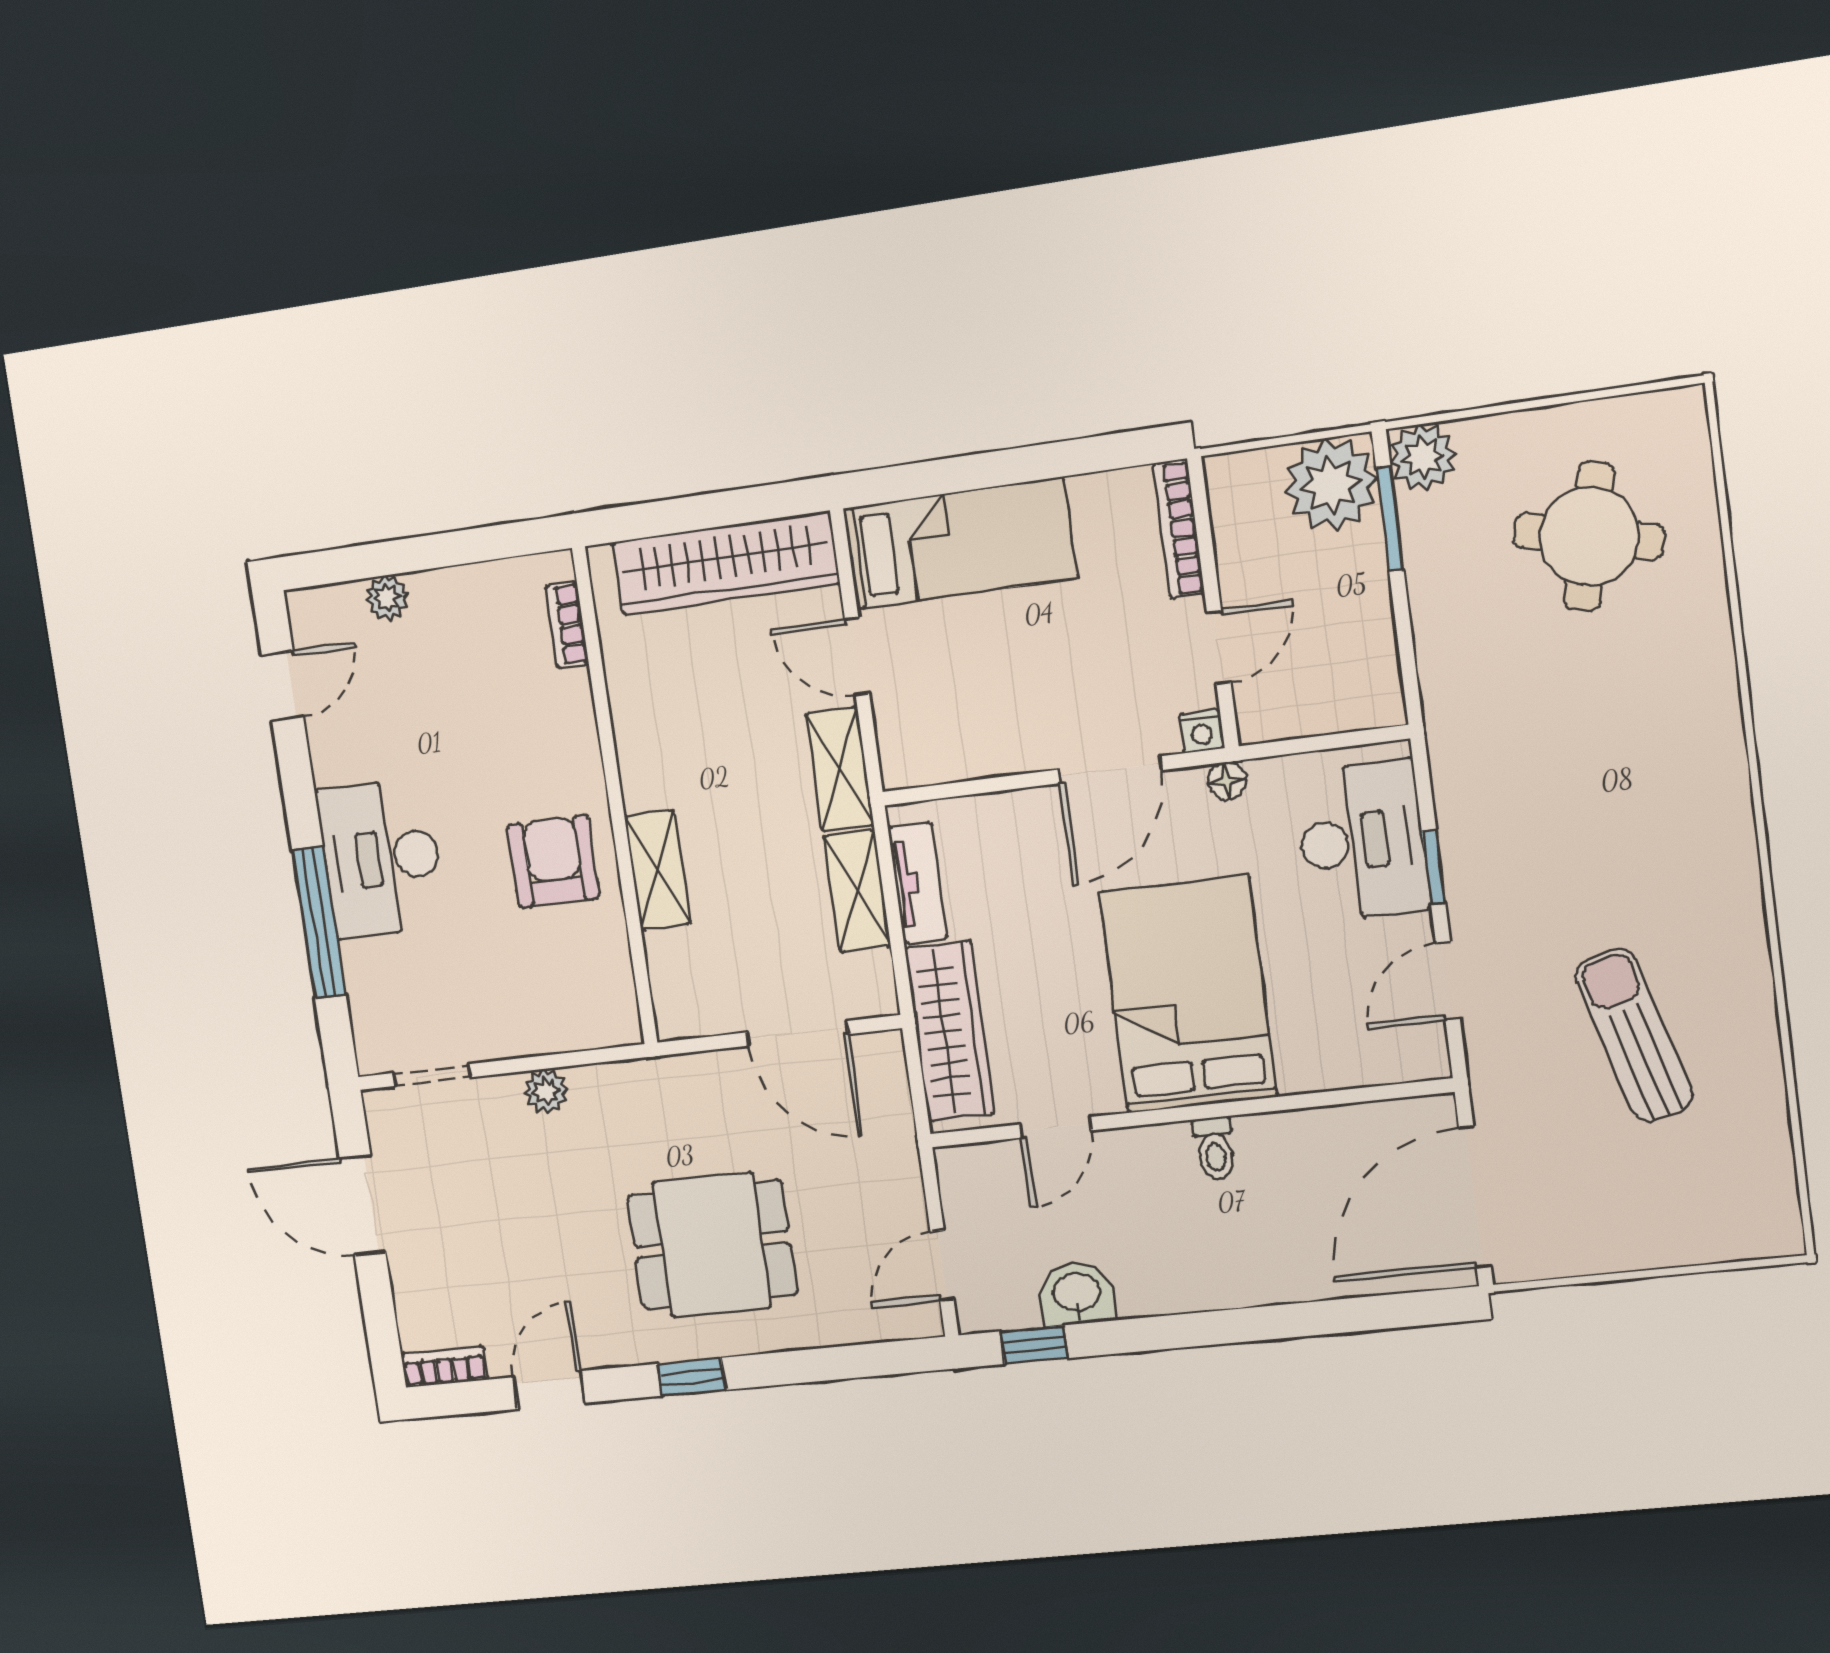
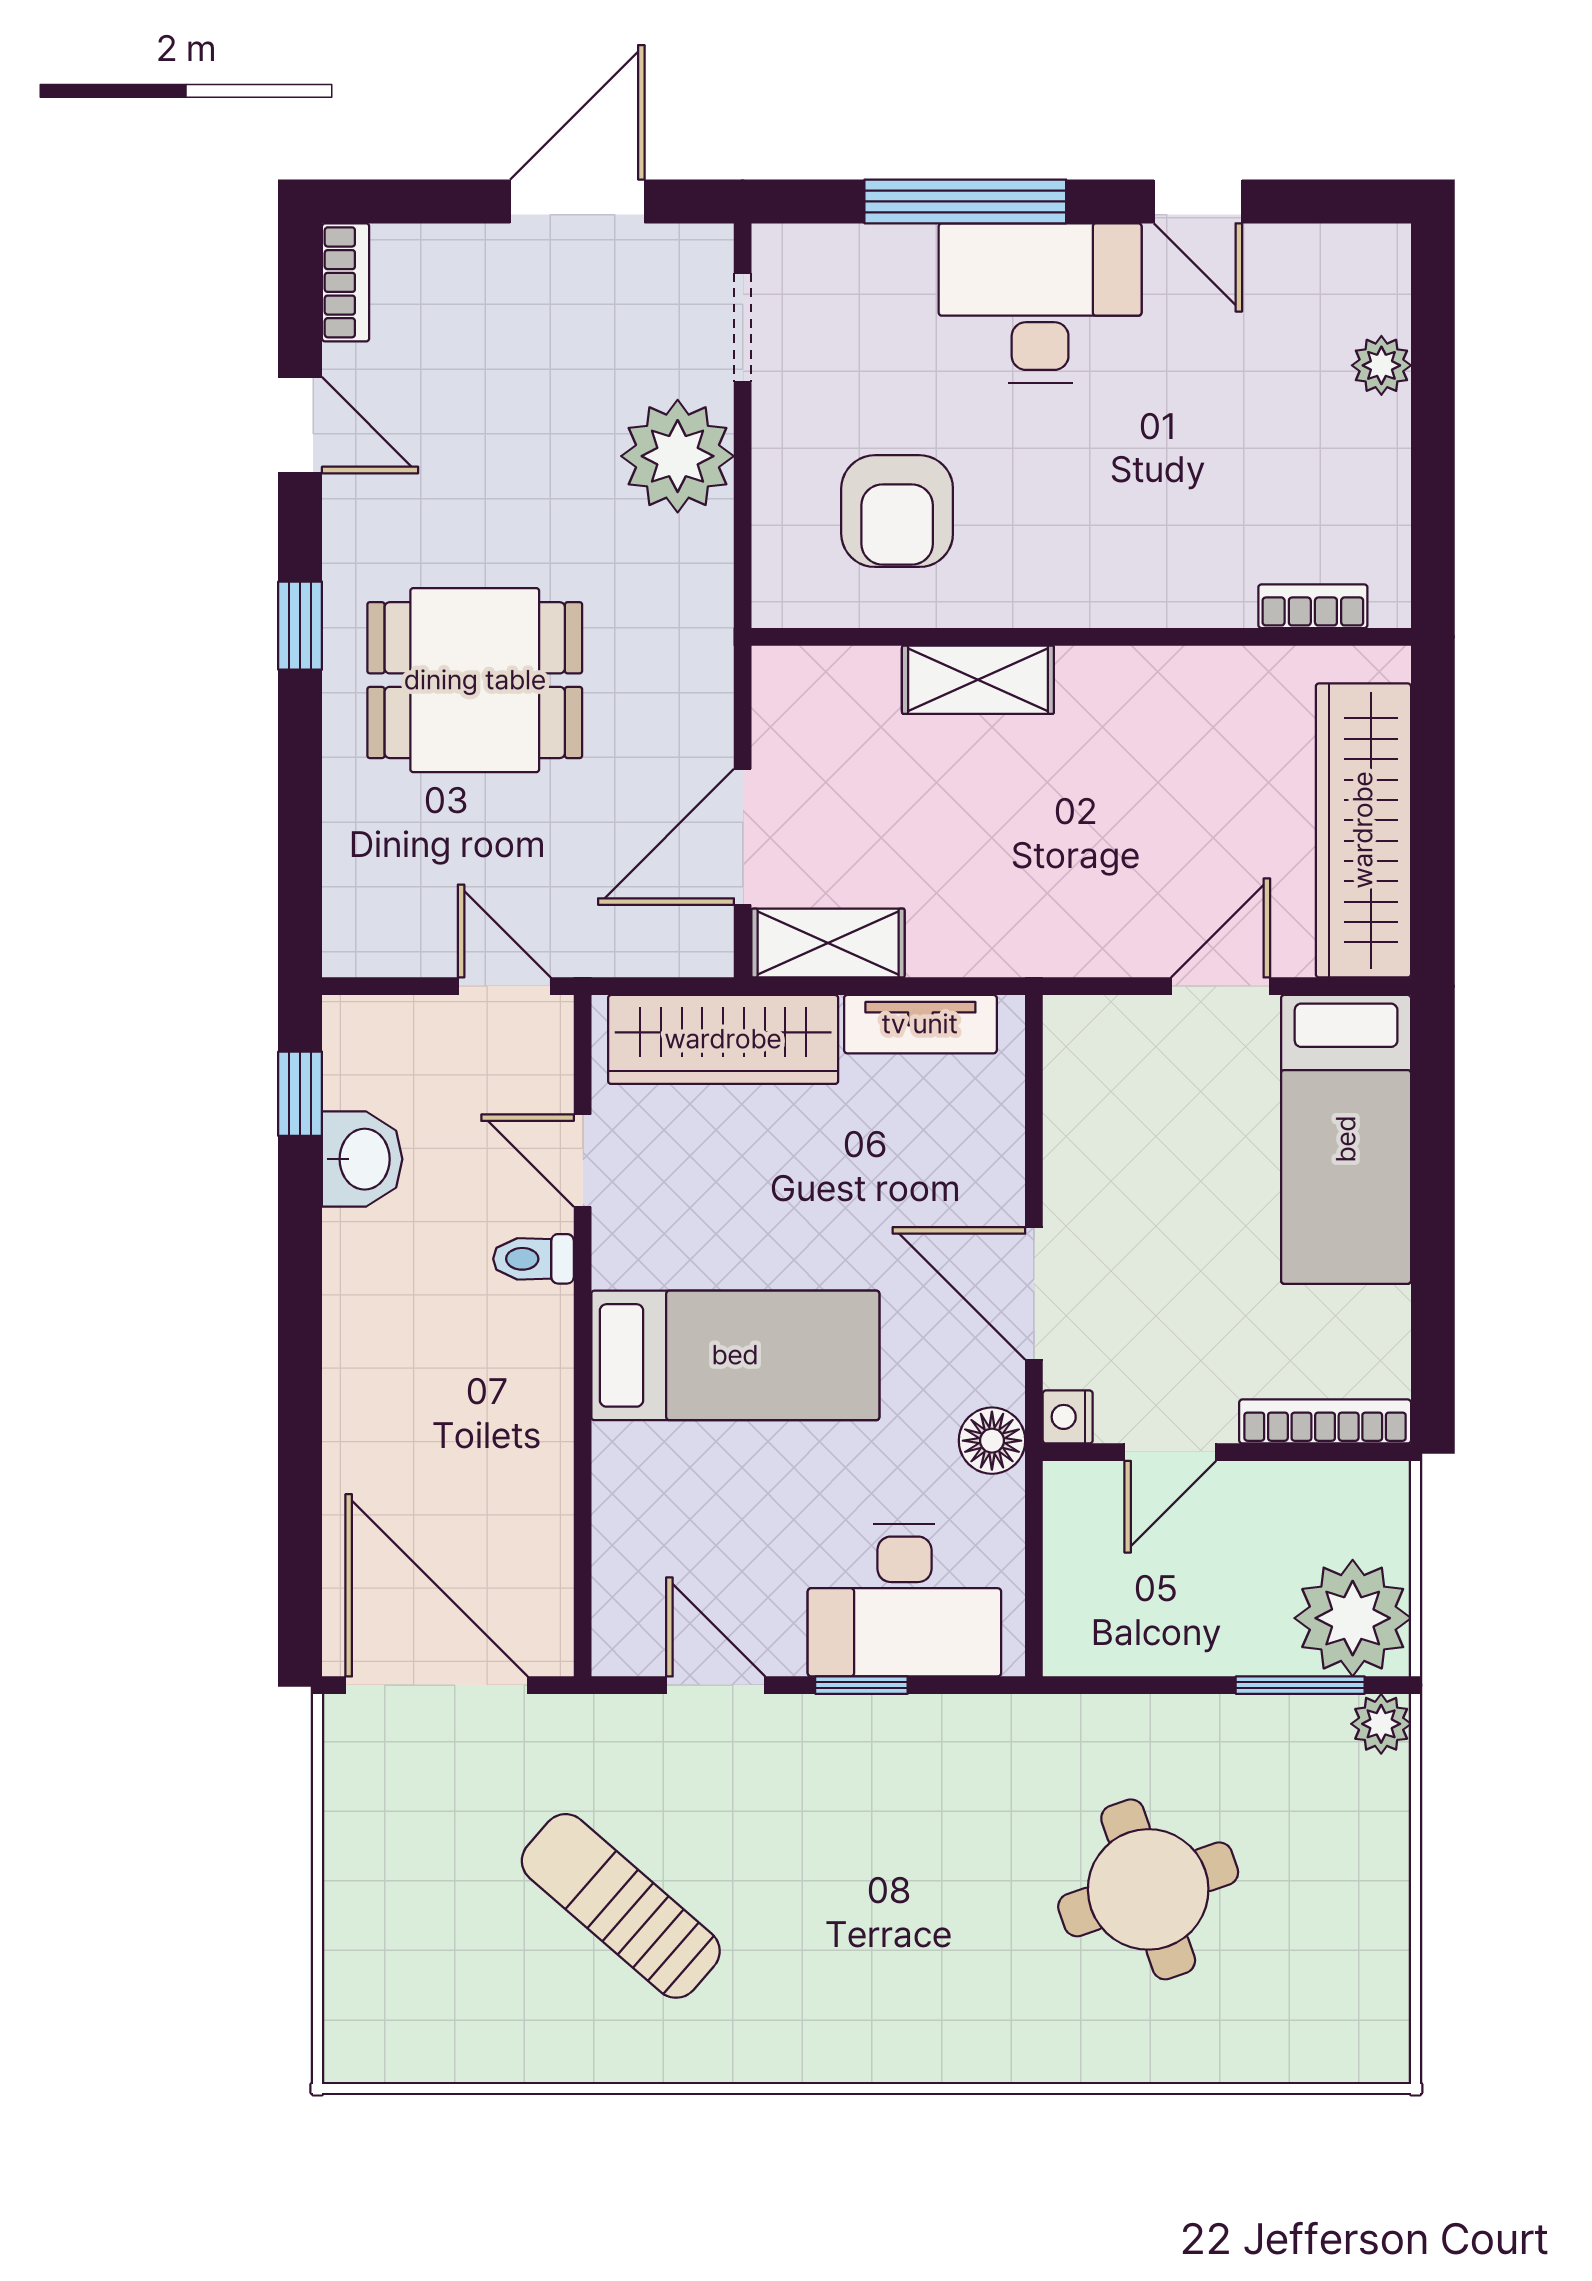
plant: (1423, 457) -> (1381, 1724), width x0.73, depth x0.73
round table: (1589, 536) -> (1148, 1889), moved, turned -32
door: (1219, 647) -> (1170, 1452), hinge flipped
door: (282, 686) -> (1198, 201), moved
shelving: (840, 769) -> (1079, 943), removed
floor lamp: (1227, 781) -> (992, 1441), width x1.37, depth x1.37
armchair: (553, 861) -> (897, 511), moved, turned 90
shelving: (857, 891) -> (828, 943), moved
bed: (1188, 995) -> (735, 1355), width x0.67
sun lounger: (1634, 1035) -> (621, 1906), turned -123
plant: (546, 1091) -> (678, 456), width x1.88, depth x1.88
toilet: (1215, 1148) -> (534, 1259), moved
dining table: (712, 1245) -> (475, 680), turned 90
door: (942, 1266) -> (504, 986), moved

